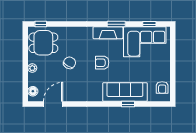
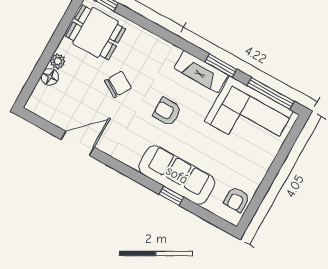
window: (149, 24) -> (271, 93), width x2.17
floor lamp: (33, 91) -> (50, 77), moved
door: (53, 104) -> (78, 143), moved

